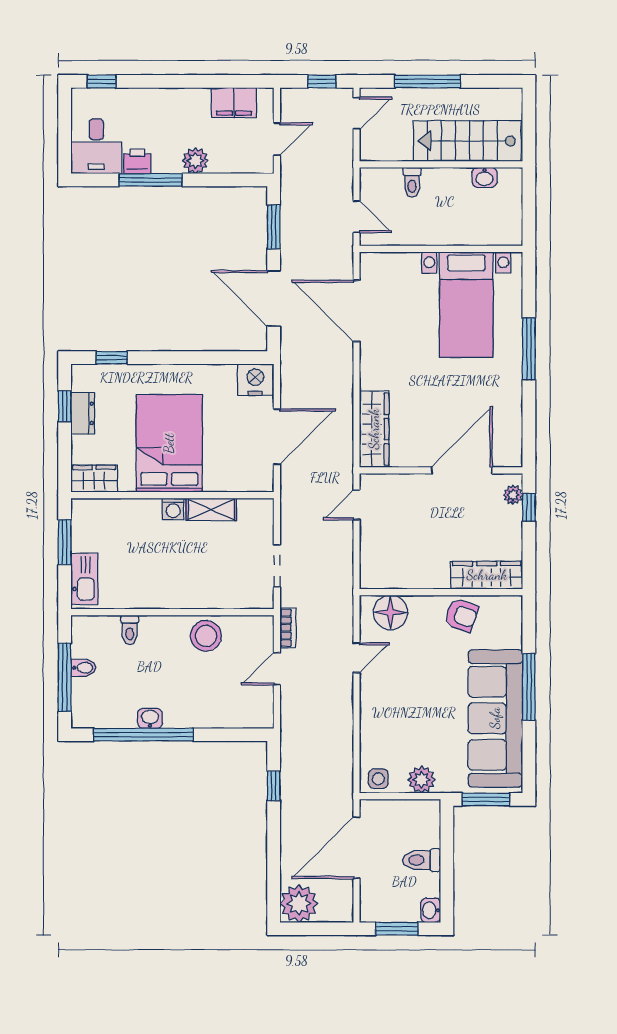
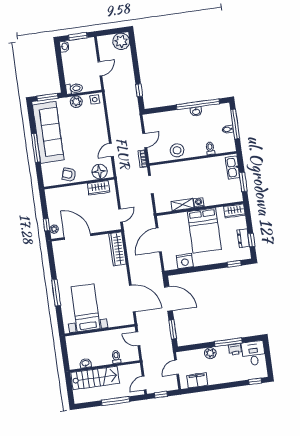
nightstand: (255, 380) -> (185, 261), moved
door: (462, 470) -> (78, 237), swing flipped
wardrobe: (487, 575) -> (99, 188), moved, width x0.67
door: (356, 848) -> (100, 69), width x0.53
toilet: (422, 860) -> (74, 88), moved

